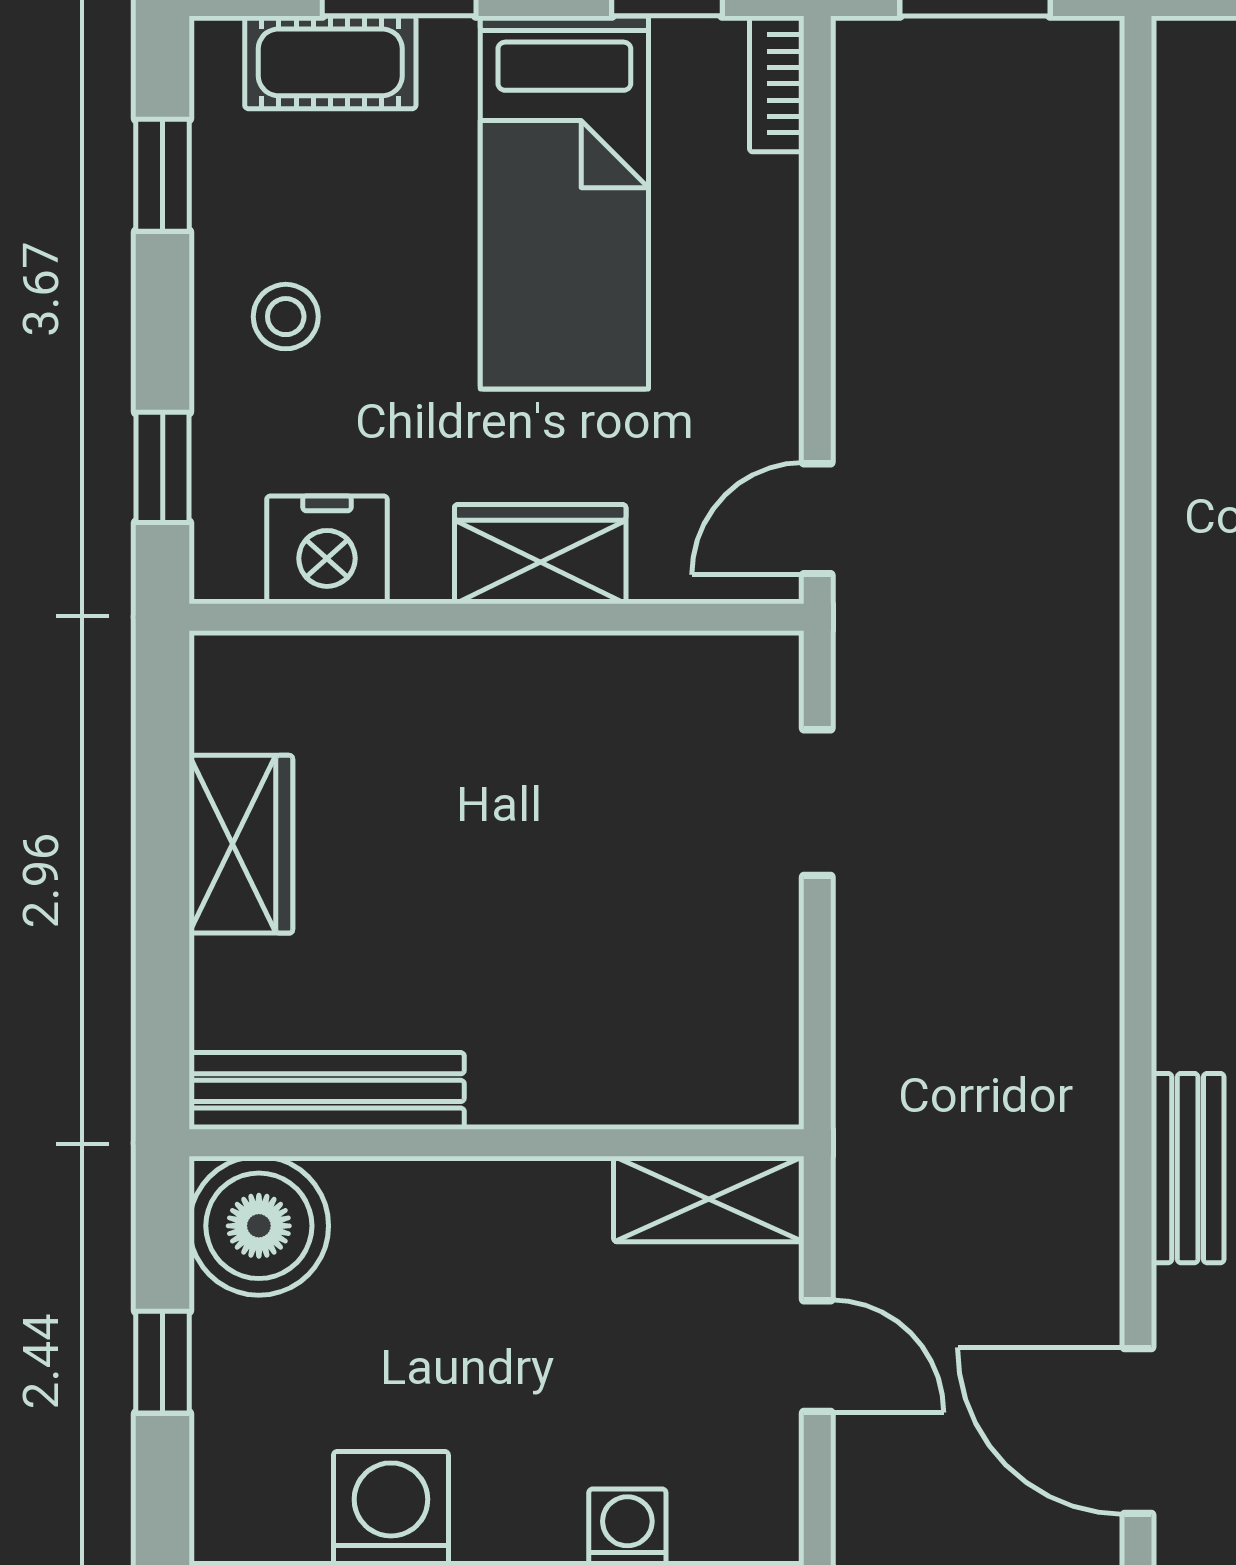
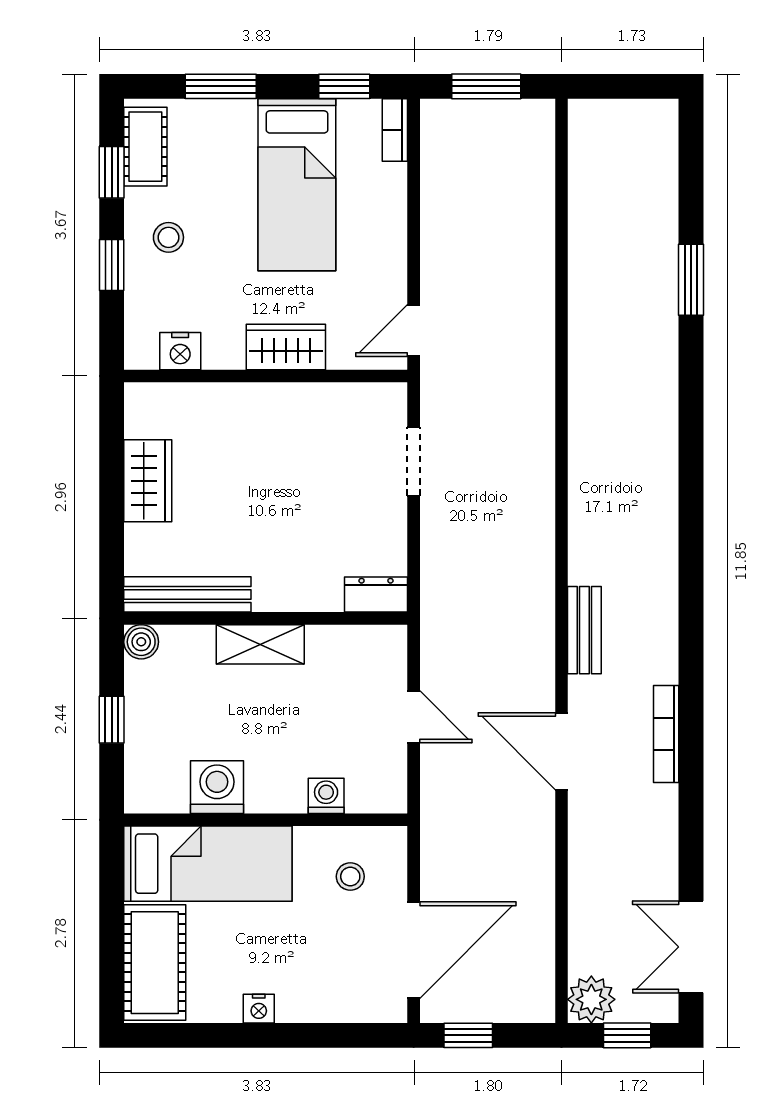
cot: (330, 62) -> (145, 147), moved, turned 90
window: (163, 467) -> (112, 265), moved
nightstand: (327, 550) -> (180, 351), width x0.74, depth x0.75
dresser: (736, 1091) -> (376, 595), added
shelving: (709, 1199) -> (260, 644), moved
boiler: (259, 1226) -> (141, 642), width x0.54, depth x0.54

